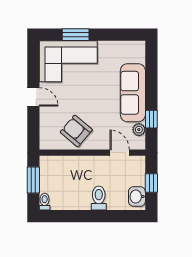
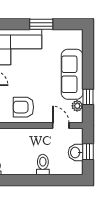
window: (76, 35) -> (41, 24), moved
armchair: (76, 131) -> (23, 107), turned -40
washbasin: (137, 197) -> (76, 152), moved

